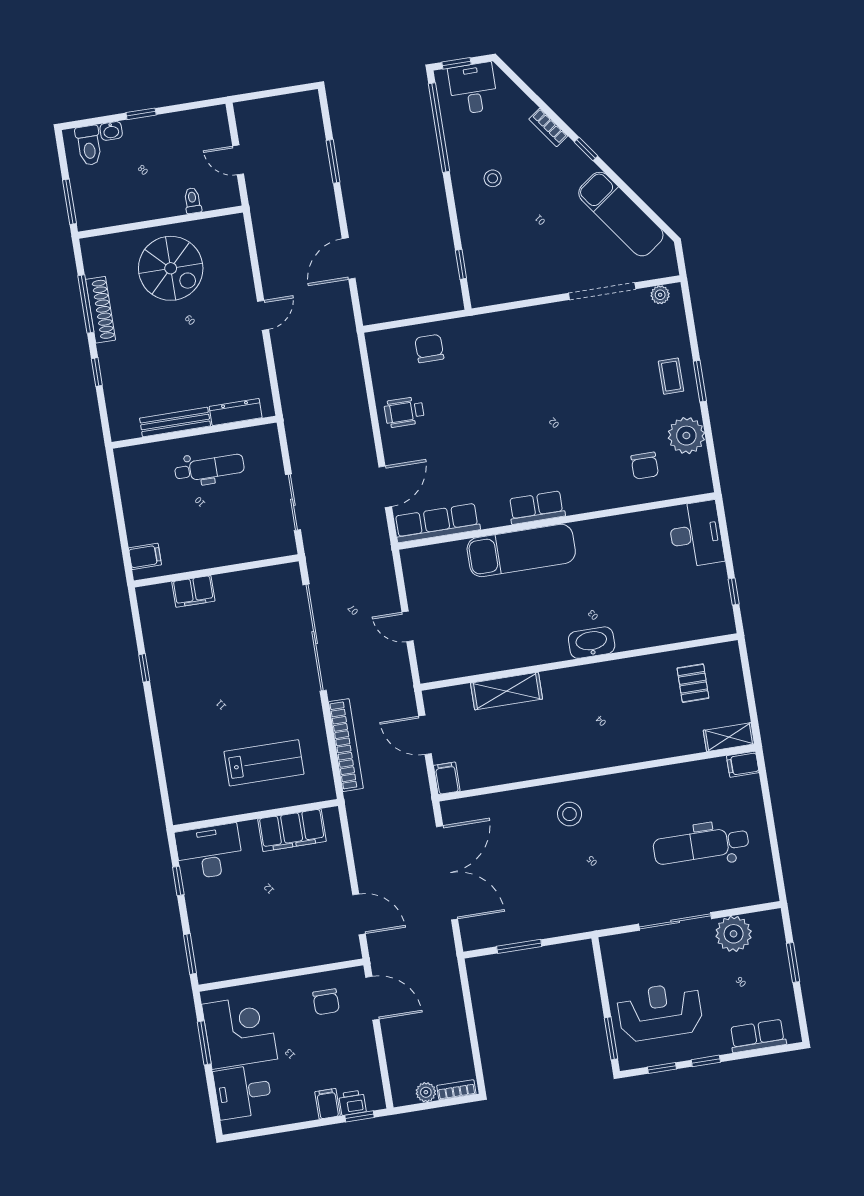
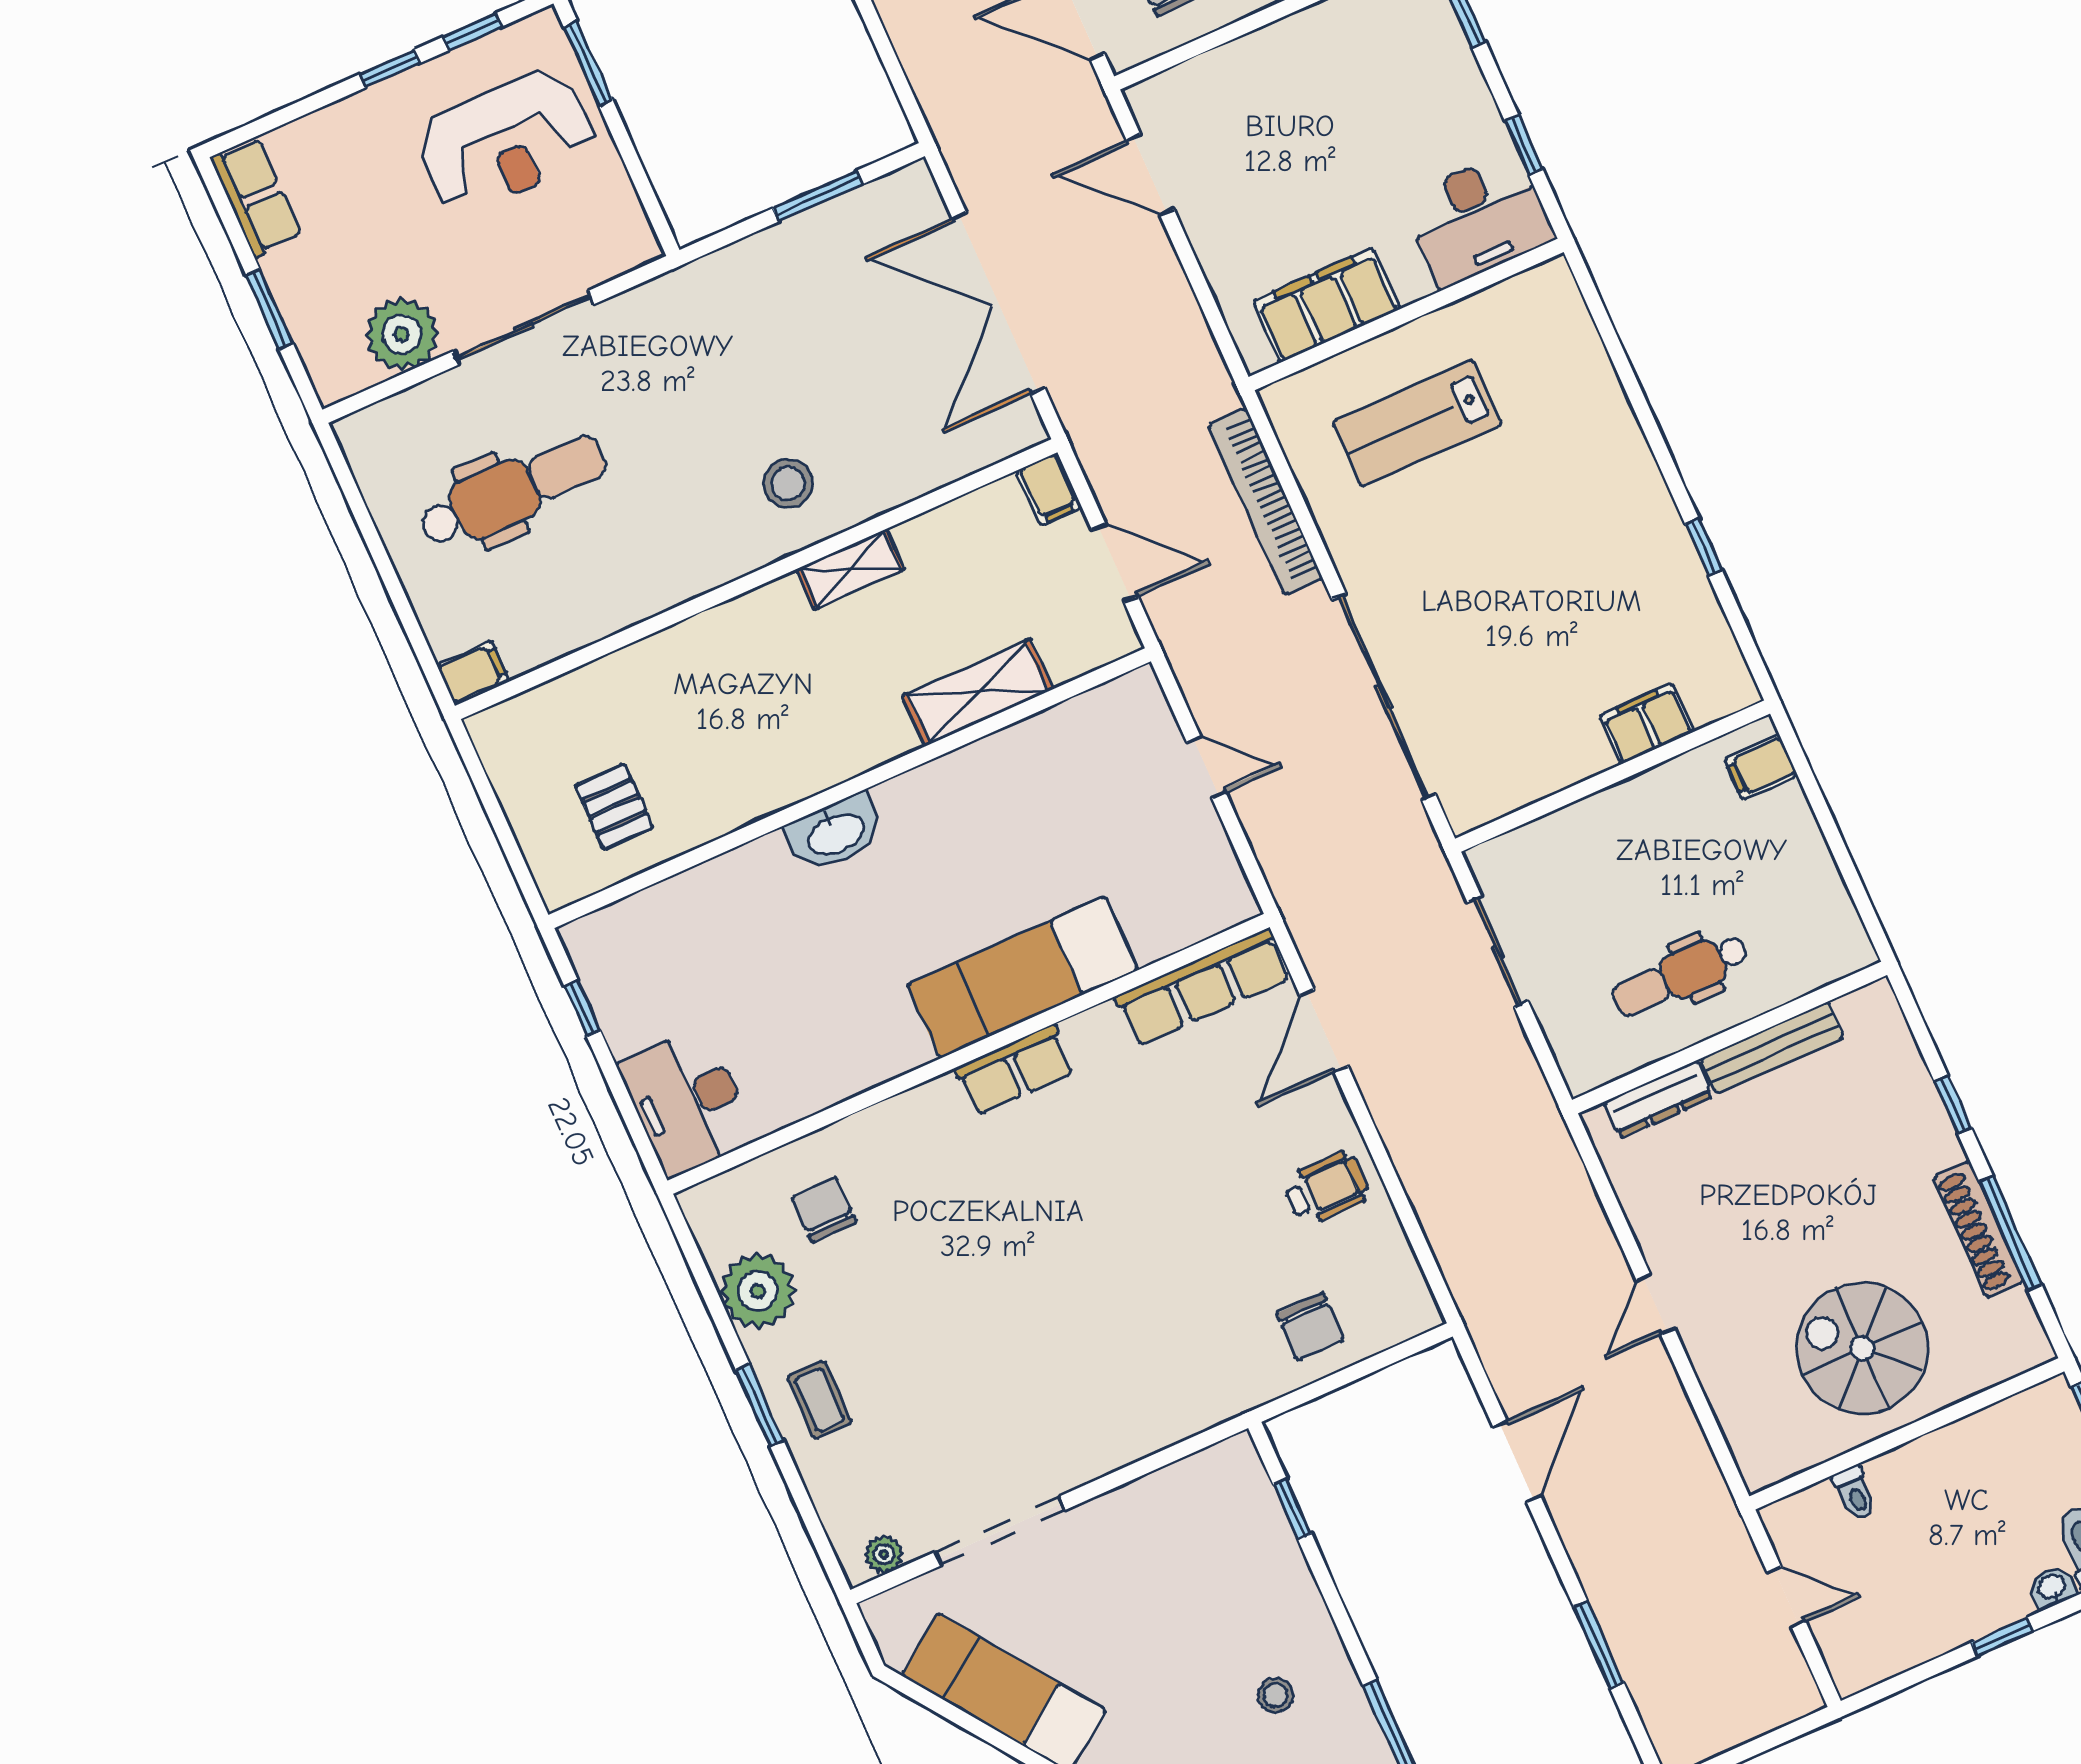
shelving: (729, 737) -> (850, 569), moved
row of seats: (758, 1036) -> (256, 197), moved, turned -90

